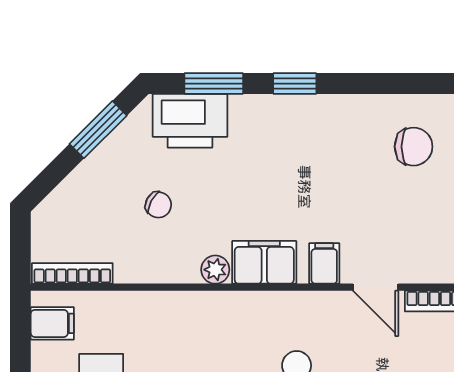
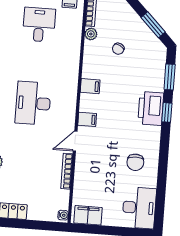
printer: (190, 121) -> (151, 108), moved
filing cabinet: (264, 262) -> (90, 86), width x0.50
plant: (215, 270) -> (91, 34), moved

